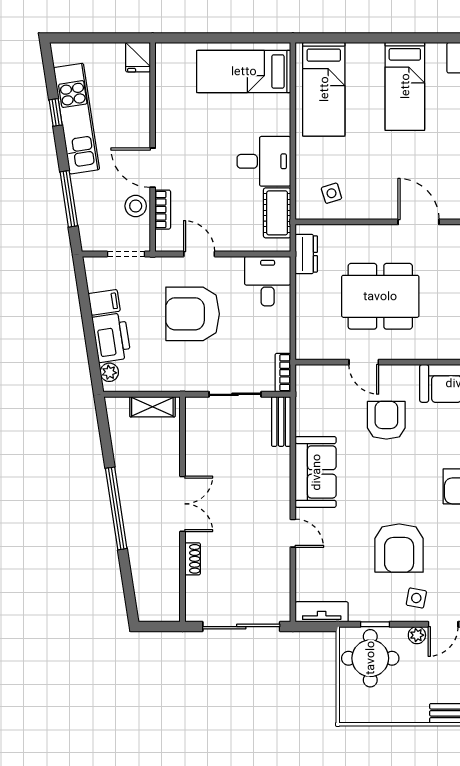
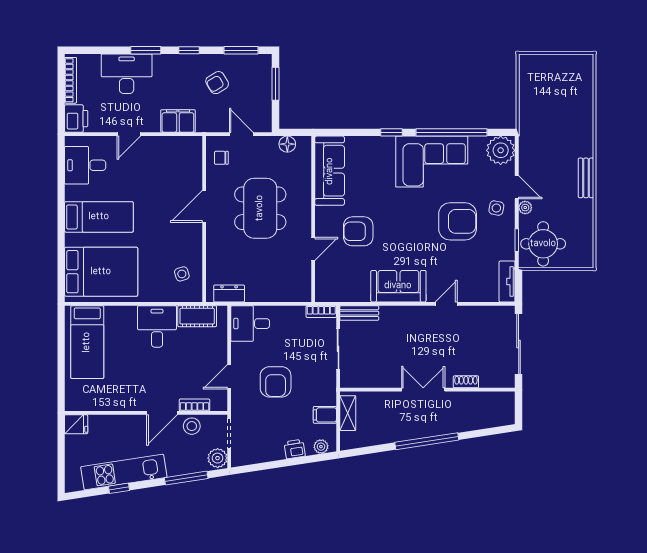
bed: (324, 89) -> (101, 272), width x1.50
plant: (94, 239) -> (218, 458), added
dining table: (380, 296) -> (260, 208), moved
filing cabinet: (104, 302) -> (325, 415), moved, turned -81
armchair: (193, 314) -> (276, 382), width x0.73, depth x0.73
printer: (111, 338) -> (295, 449), width x0.53, depth x0.68

